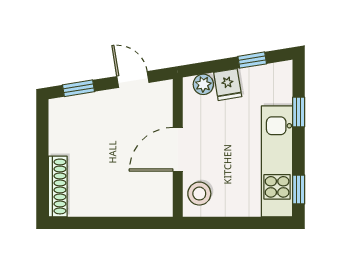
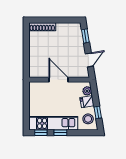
window: (299, 112) -> (60, 133), moved
stool: (199, 194) -> (88, 119), moved

